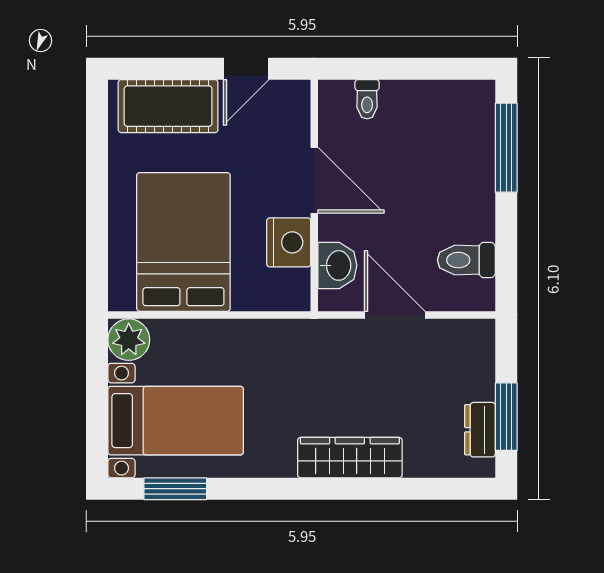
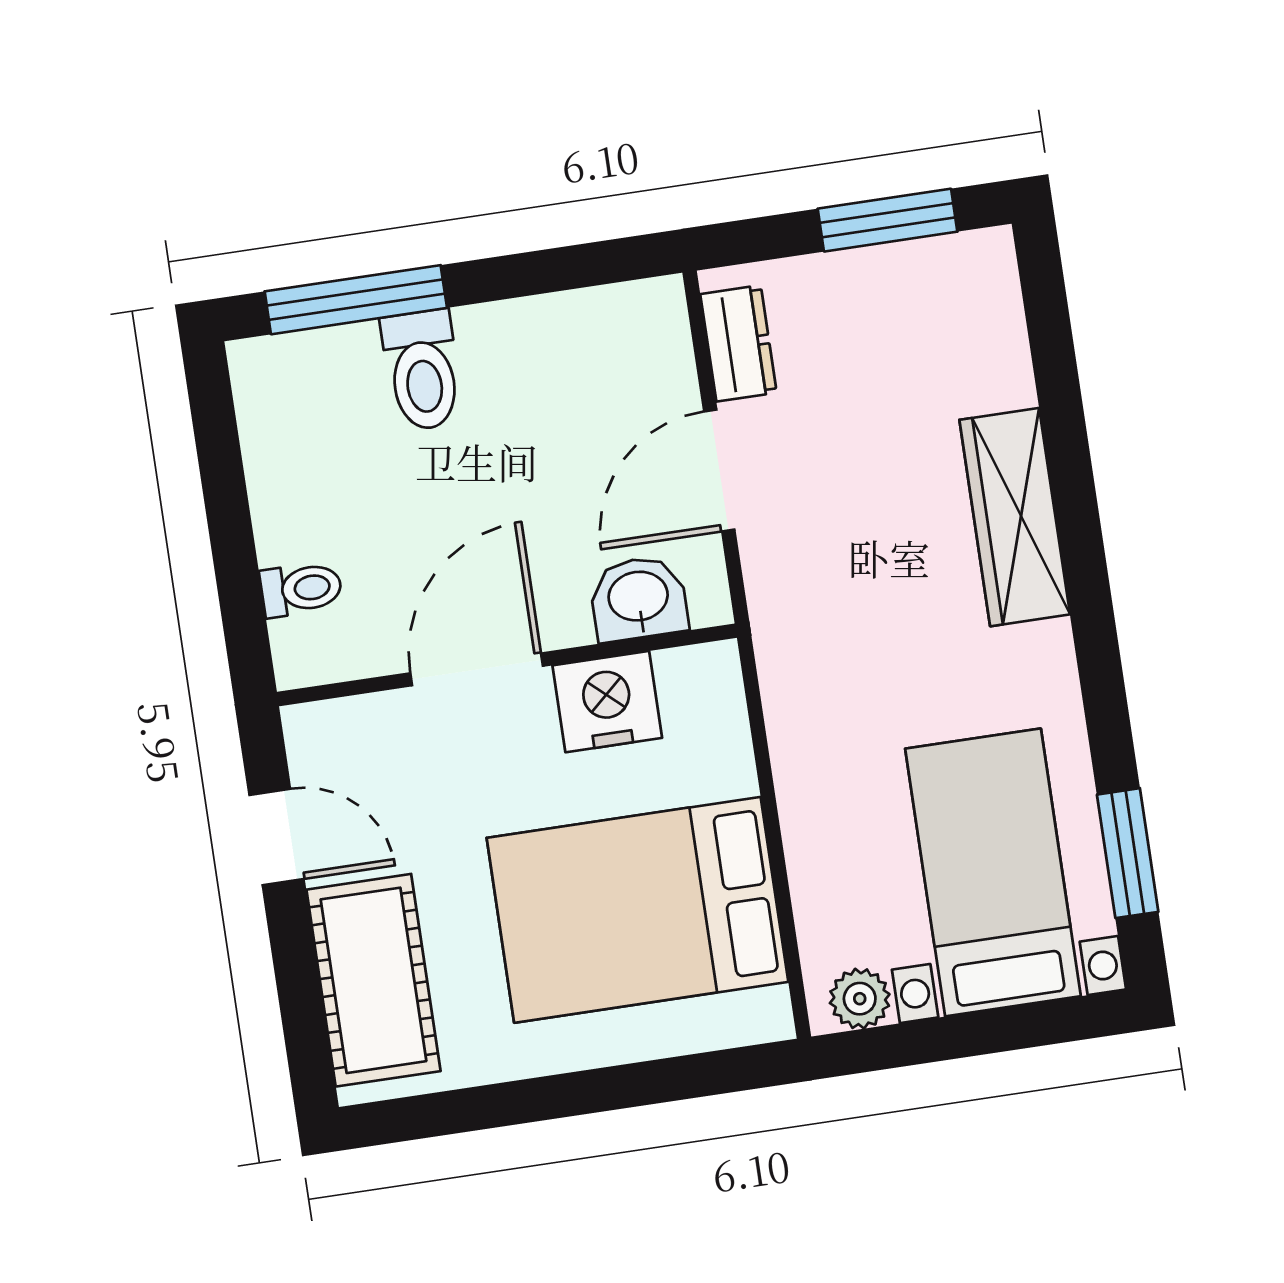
toilet: (466, 260) -> (422, 370), moved
plant: (129, 340) -> (860, 999), width x0.73, depth x0.73
dresser: (480, 430) -> (739, 343), moved, turned -90

